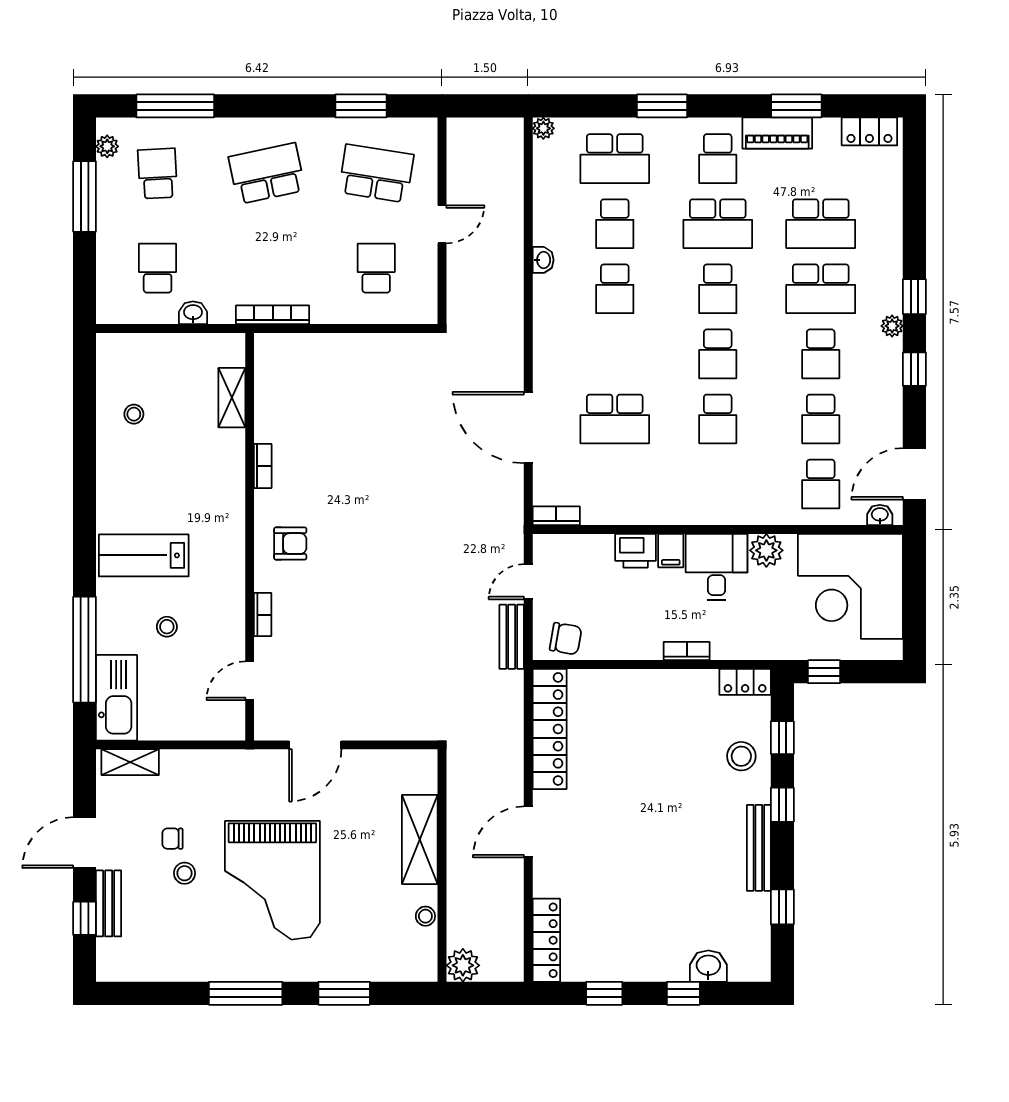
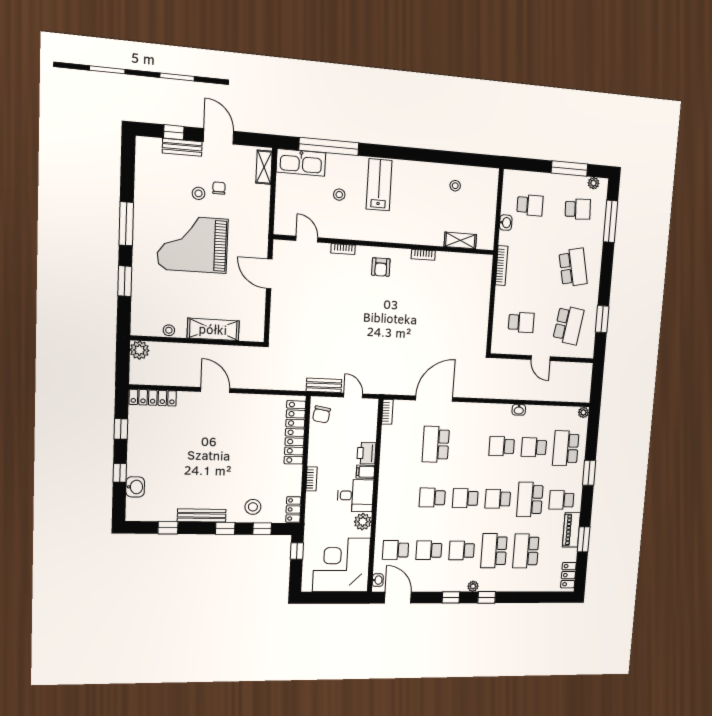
locker: (550, 729) -> (295, 432), moved, turned 90

